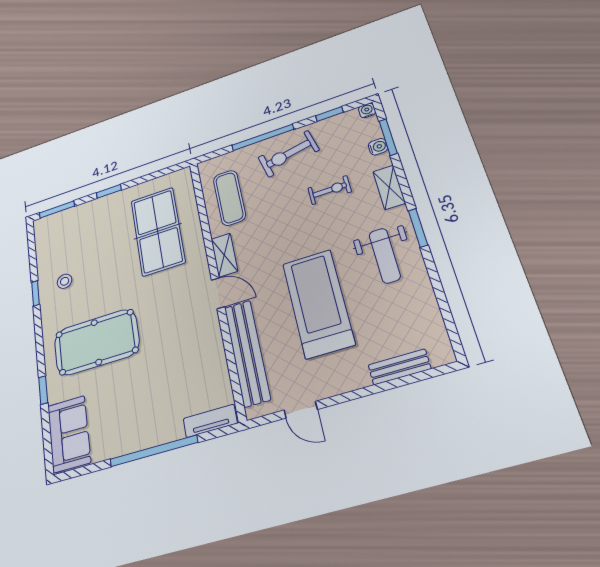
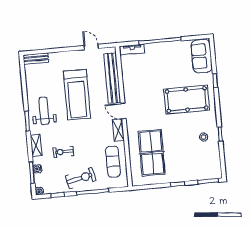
bench: (399, 367) -> (36, 59), moved

